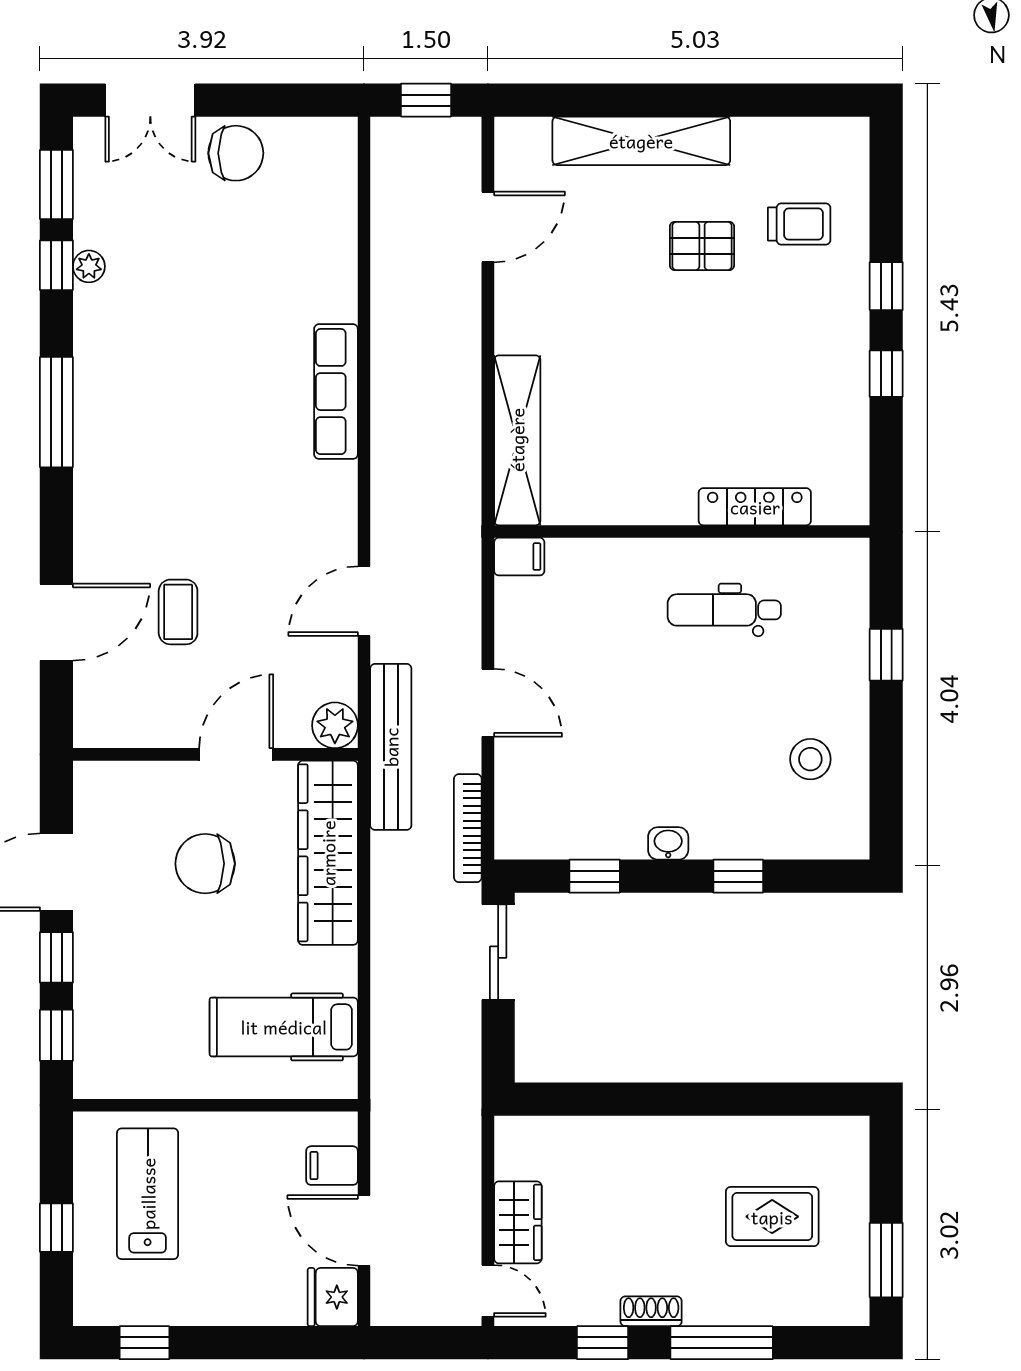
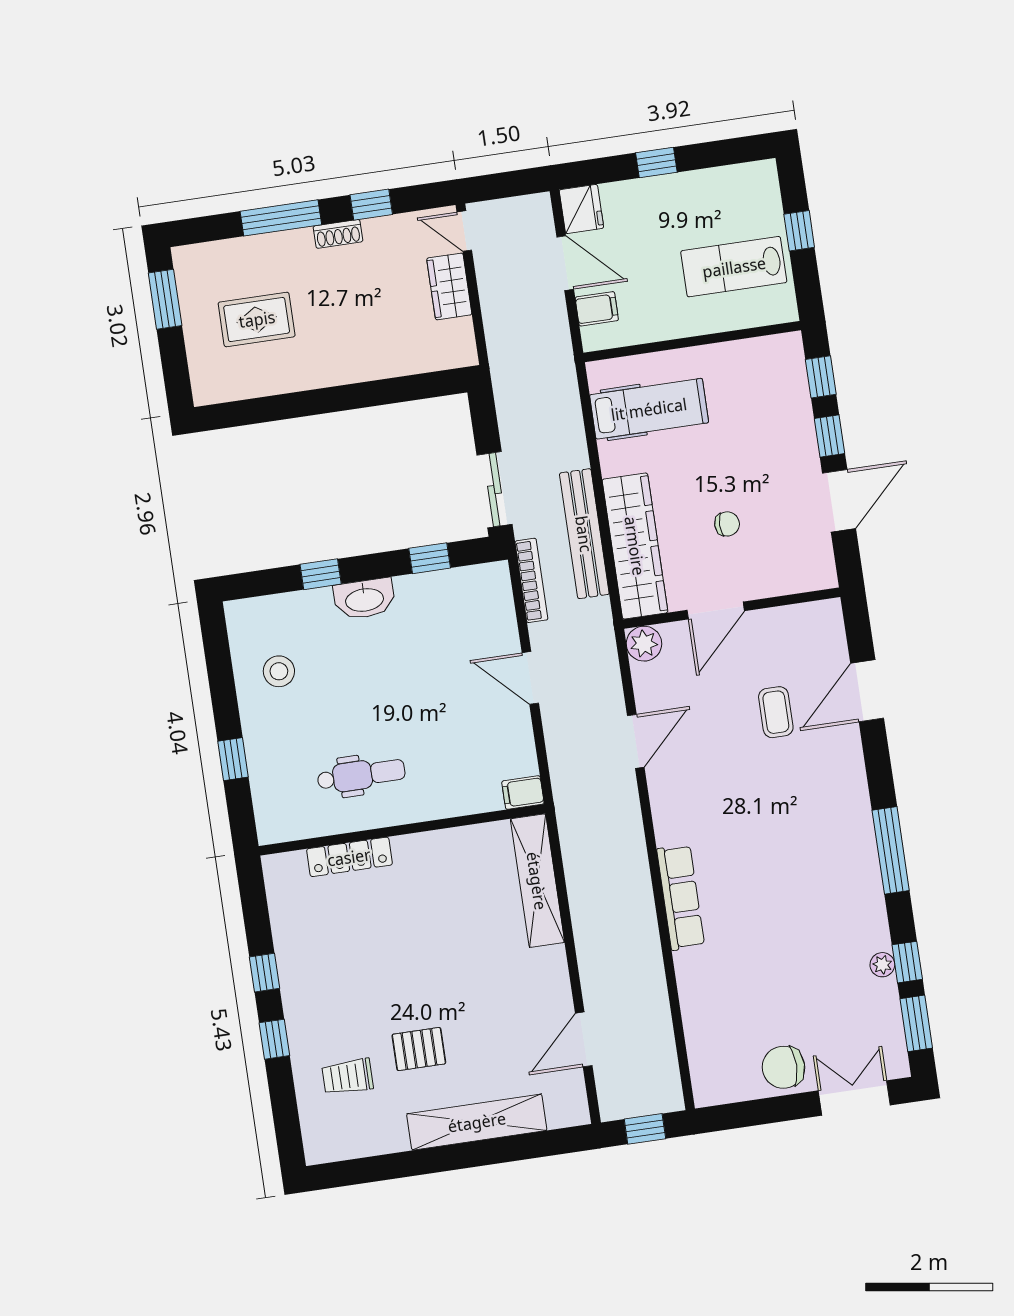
bench: (391, 747) -> (584, 534), moved
washbasin: (668, 843) -> (364, 599), width x1.91, depth x1.45
chair: (205, 864) -> (727, 524), width x0.54, depth x0.54
lab bench: (148, 1194) -> (734, 267), turned 90
window: (144, 1343) -> (656, 162), moved

